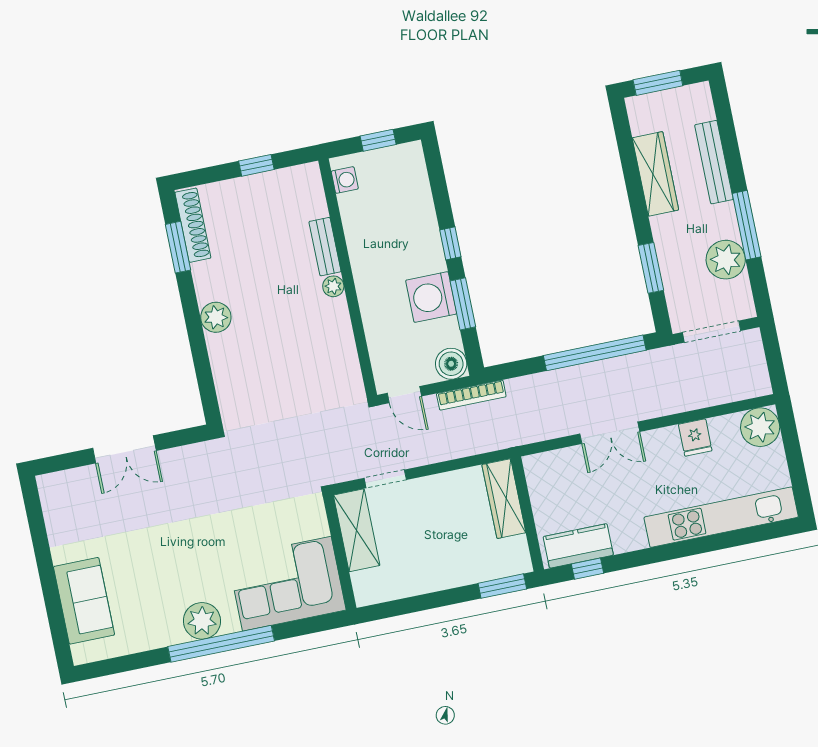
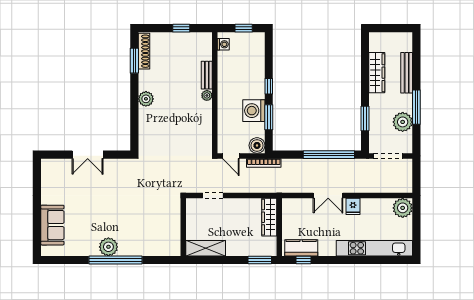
window: (658, 83) -> (387, 28), removed
fridge: (695, 438) -> (353, 206), moved
shelving: (357, 530) -> (206, 248), moved, turned 90
corner sofa: (287, 584) -> (154, 237), removed

